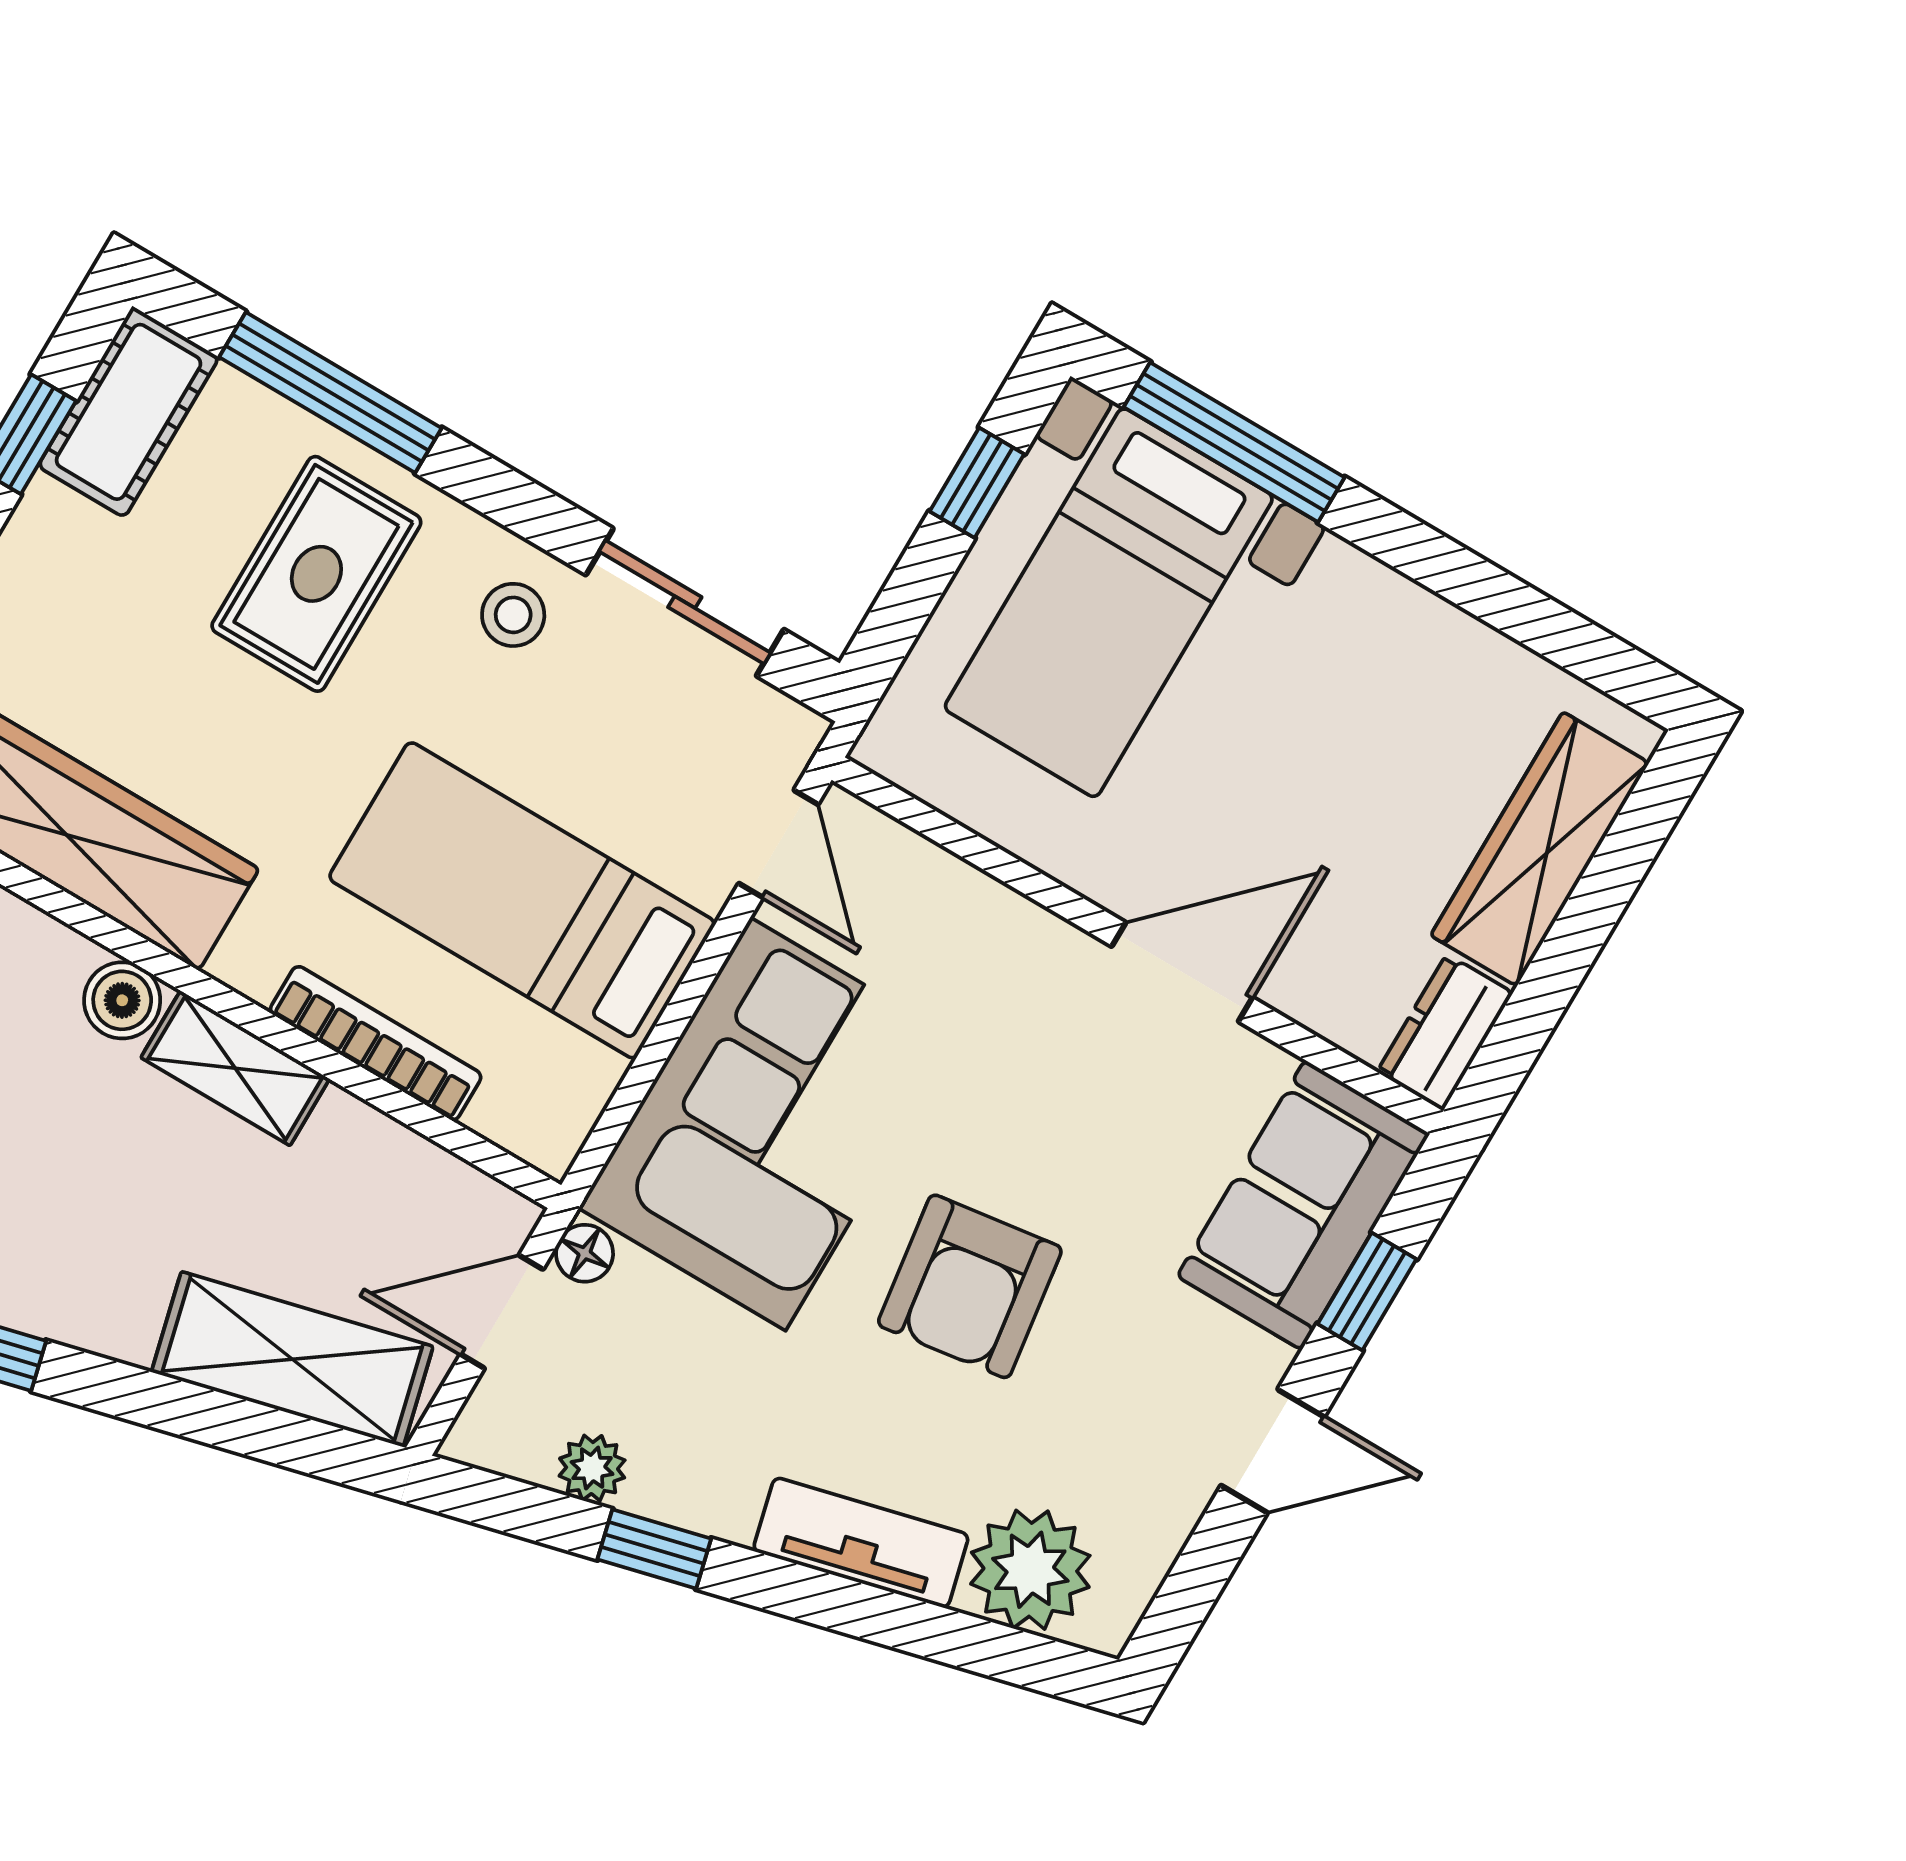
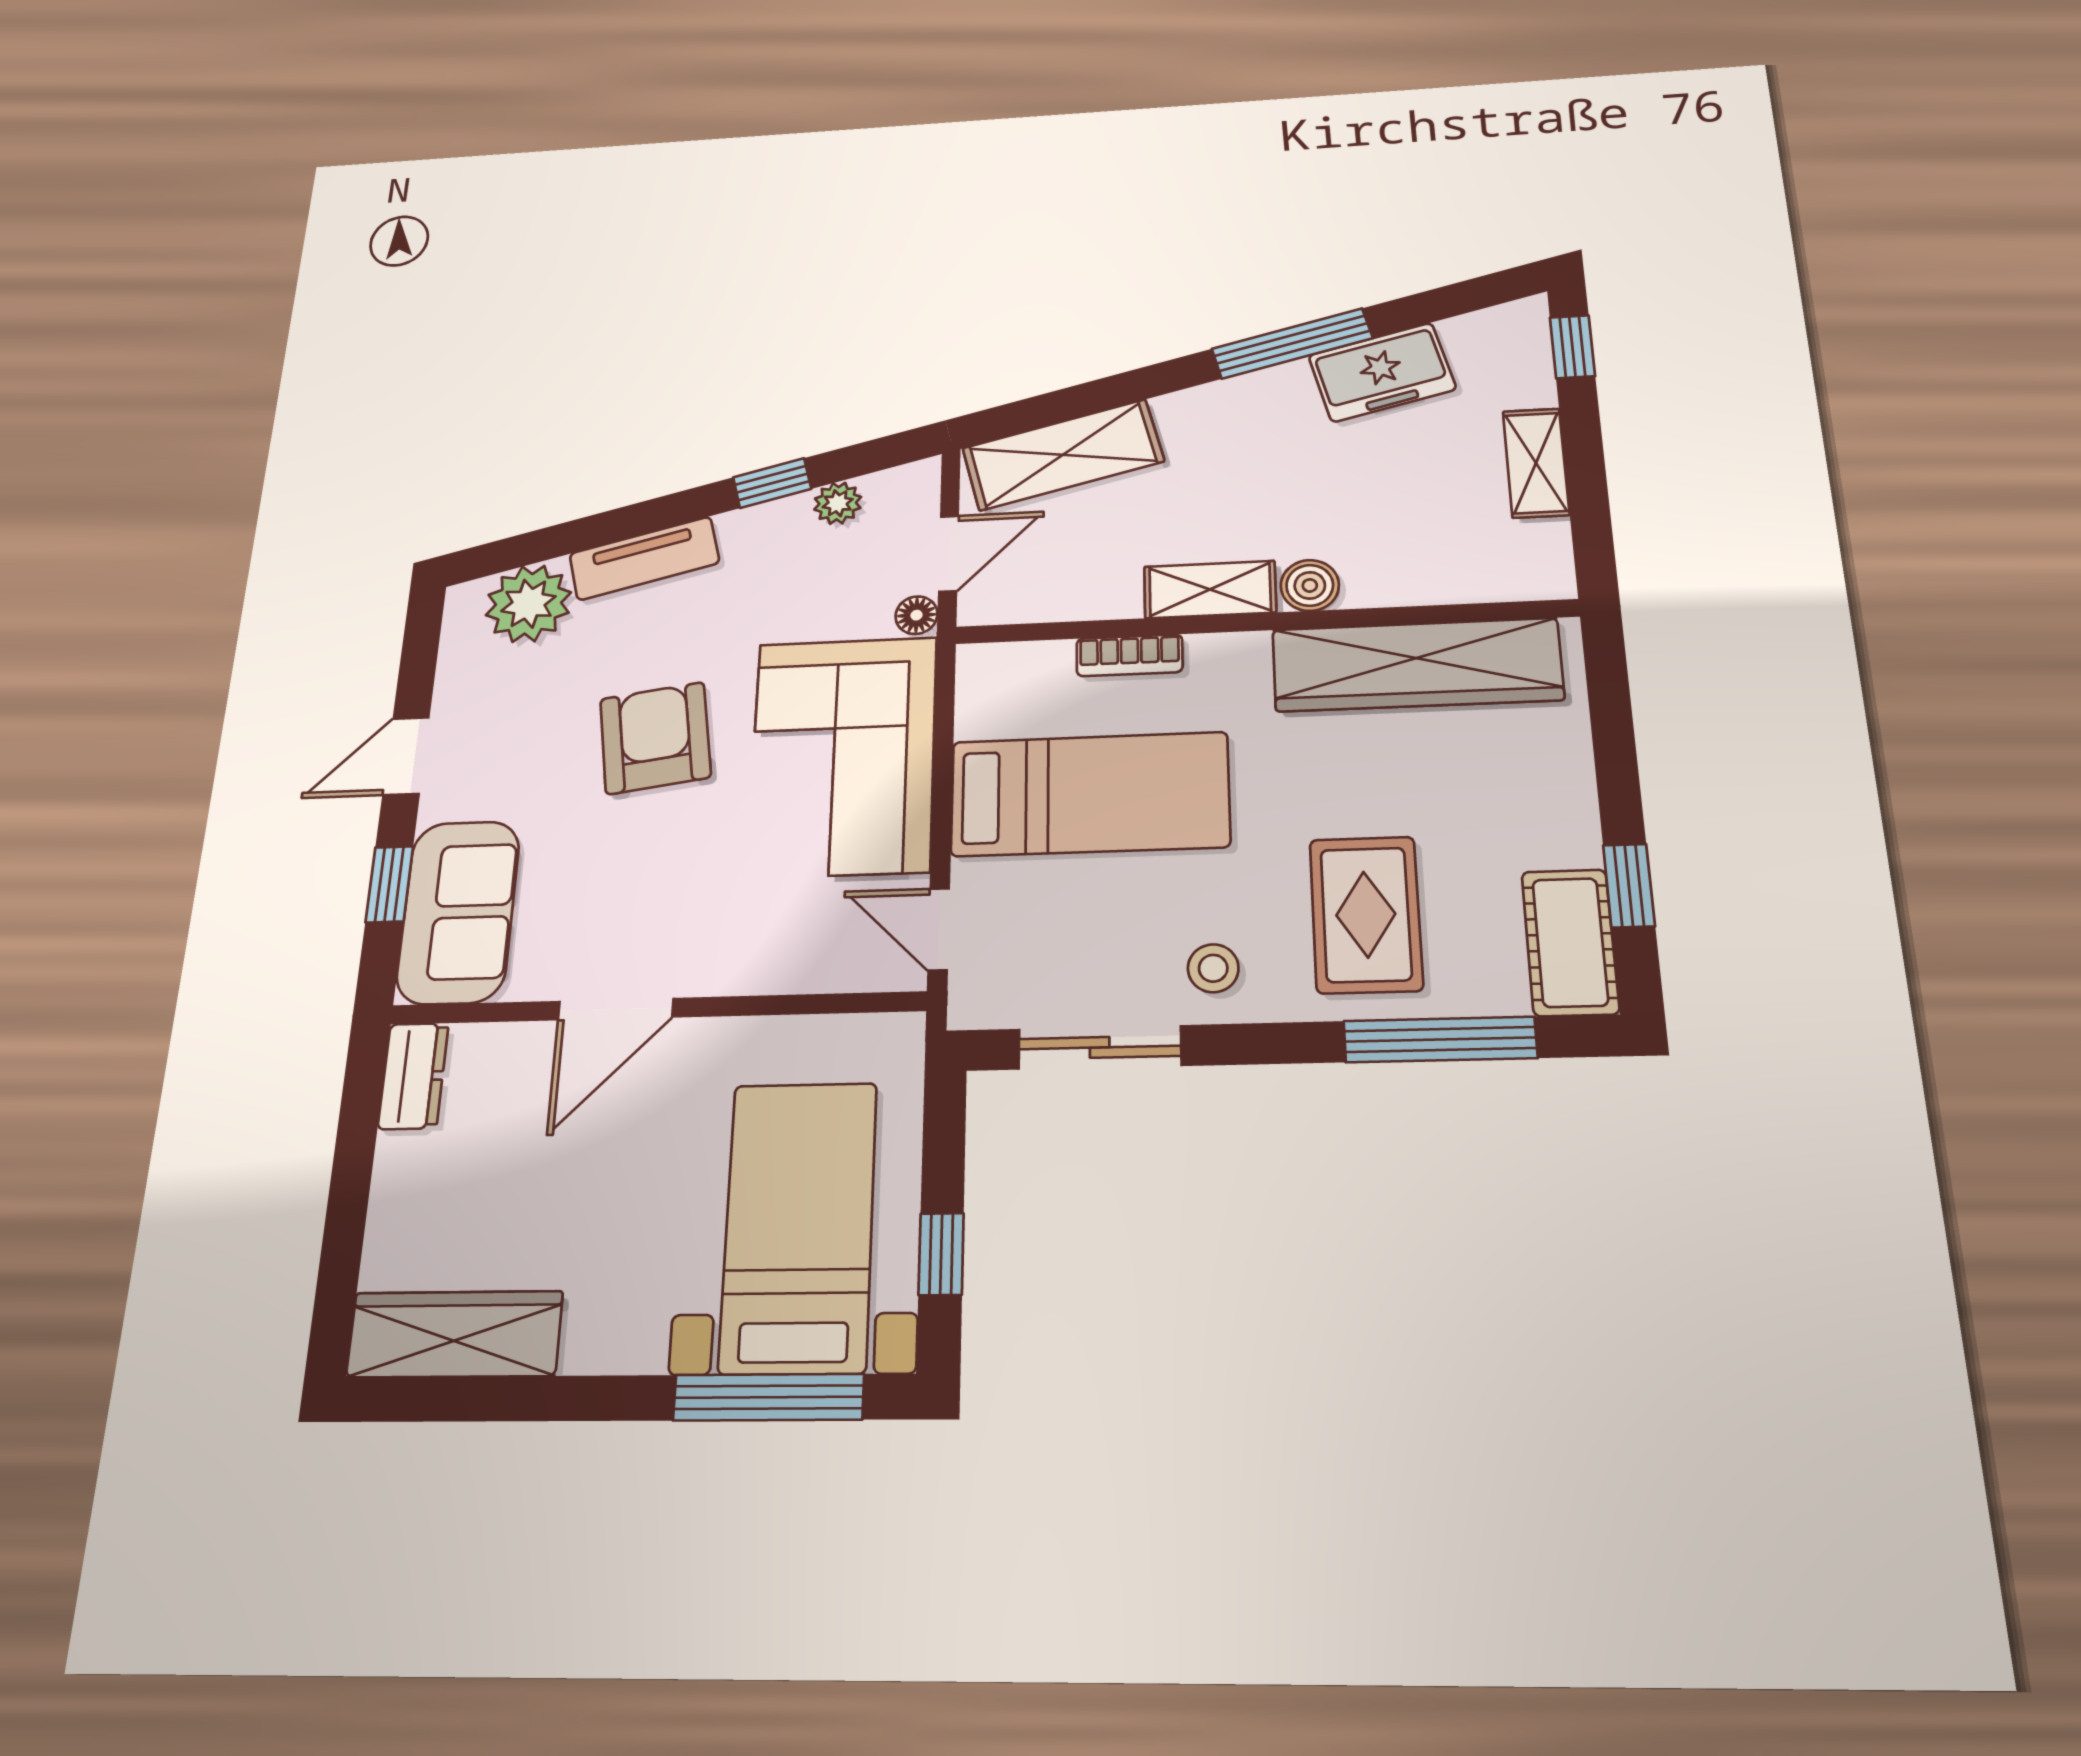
wardrobe: (1540, 849) -> (455, 1334), moved, turned -90
bookcase: (376, 1043) -> (1129, 655), width x0.64

